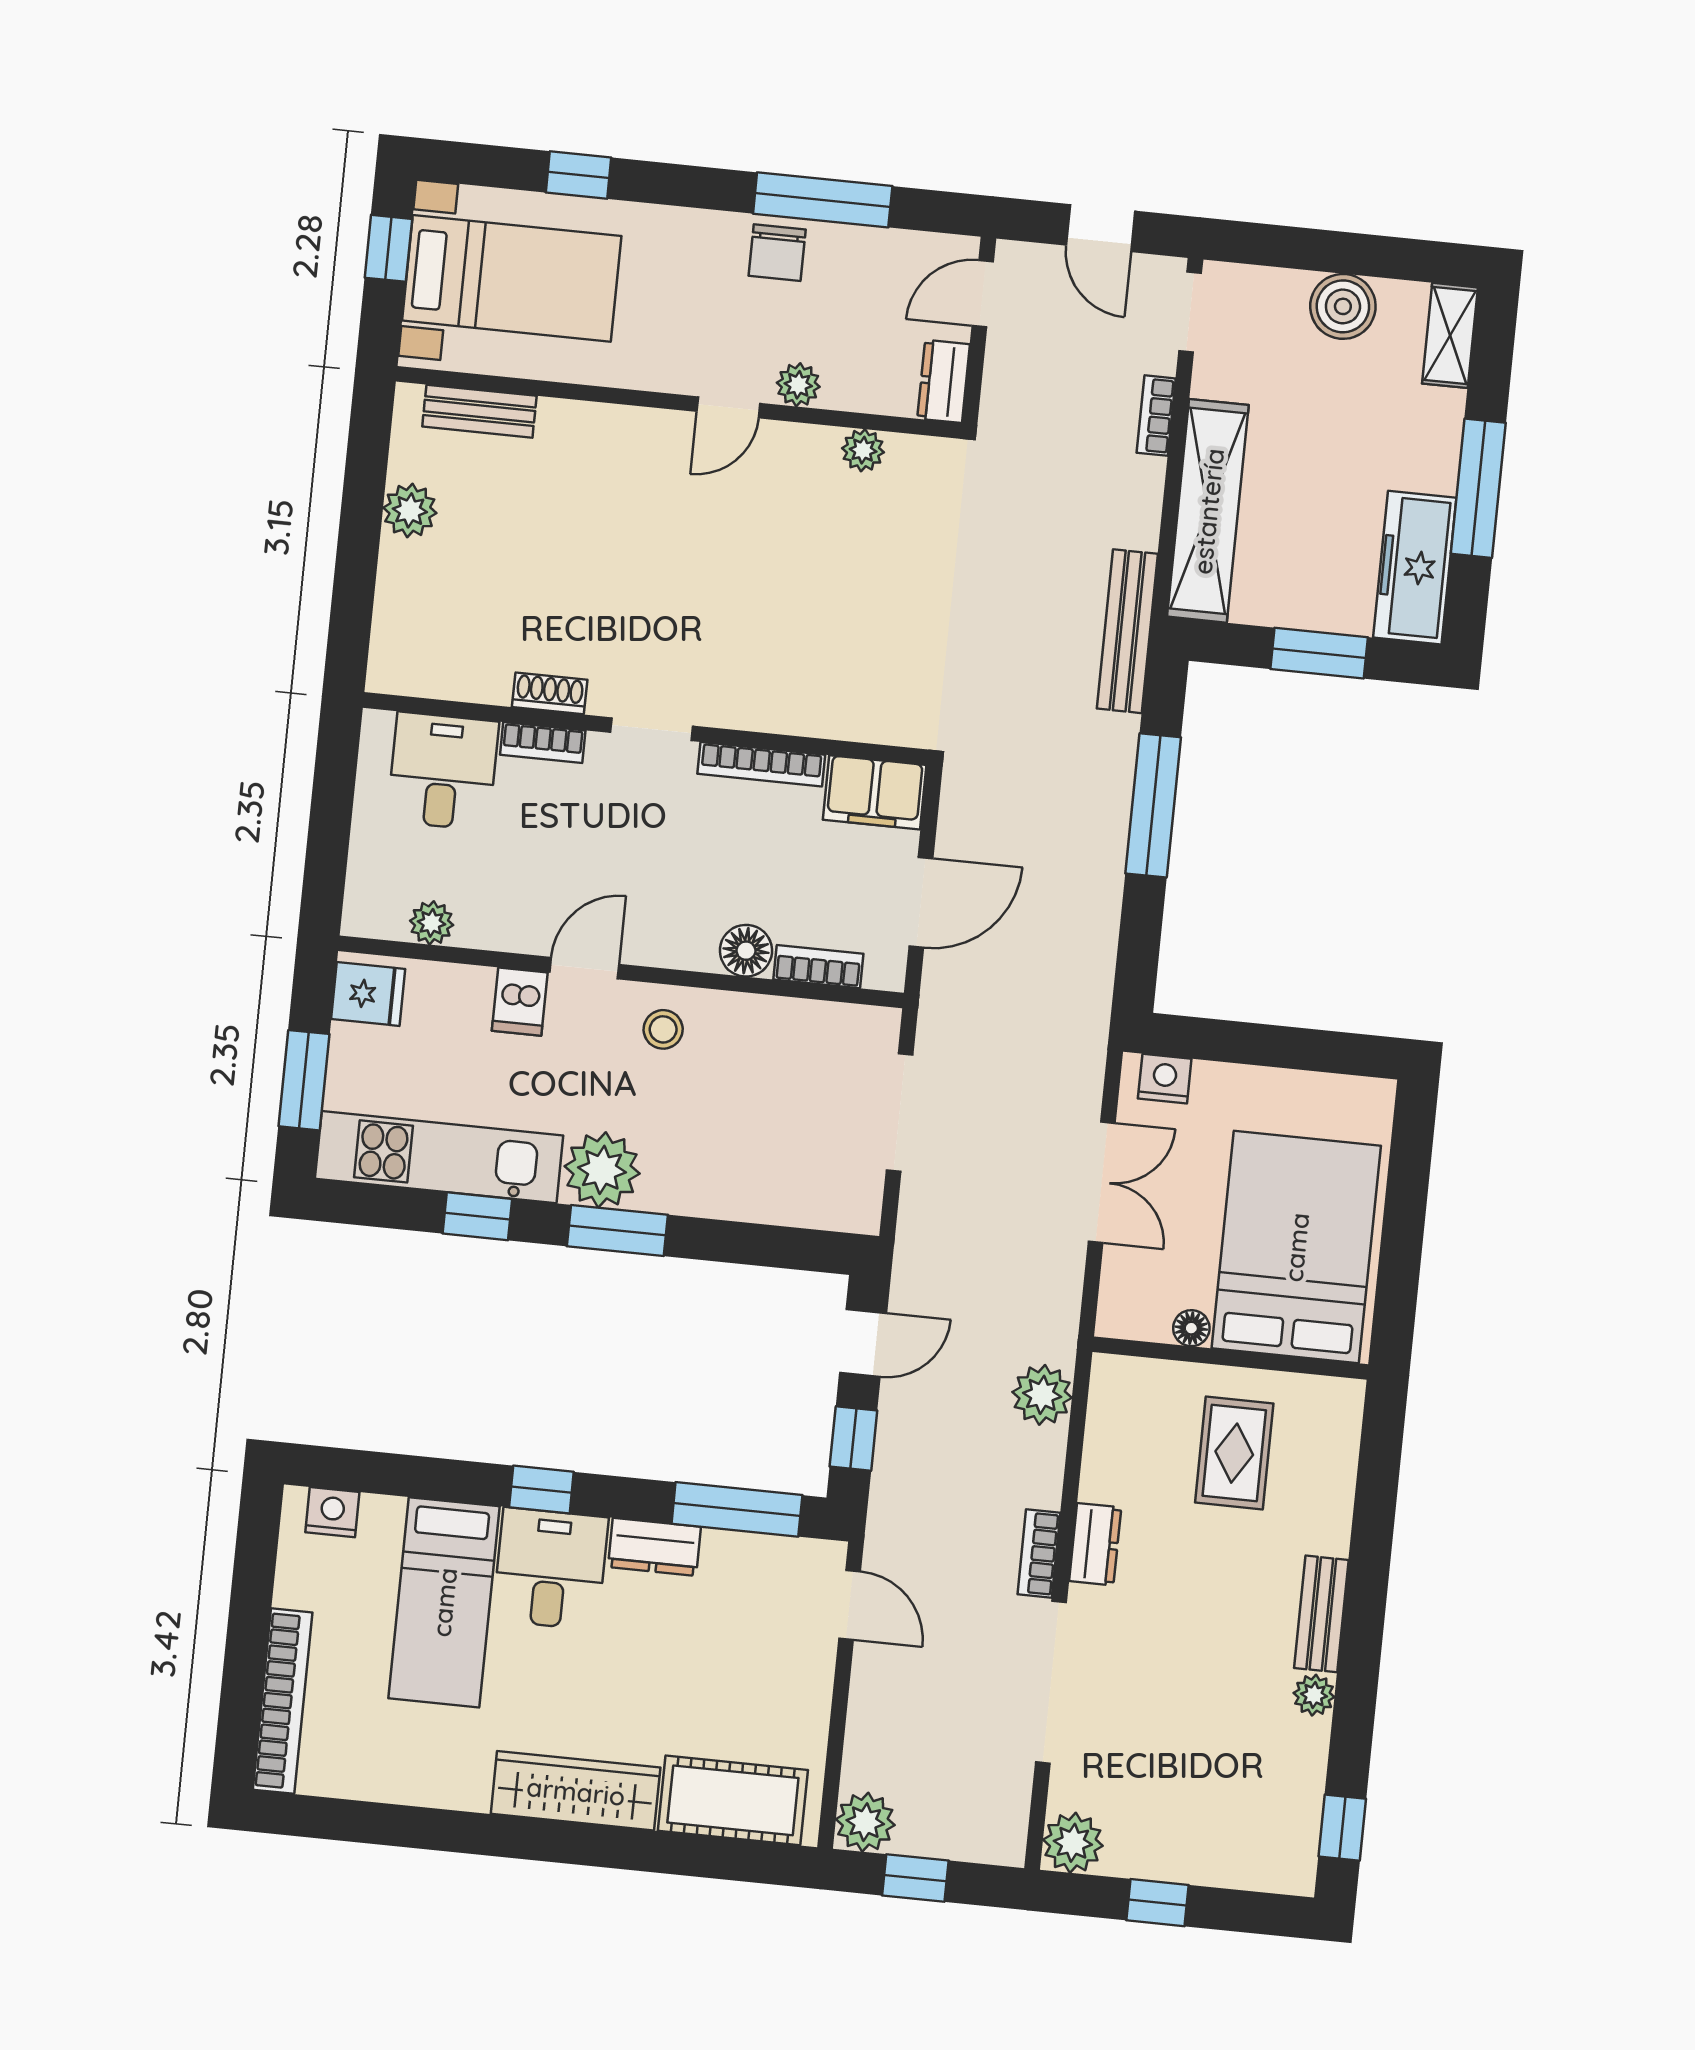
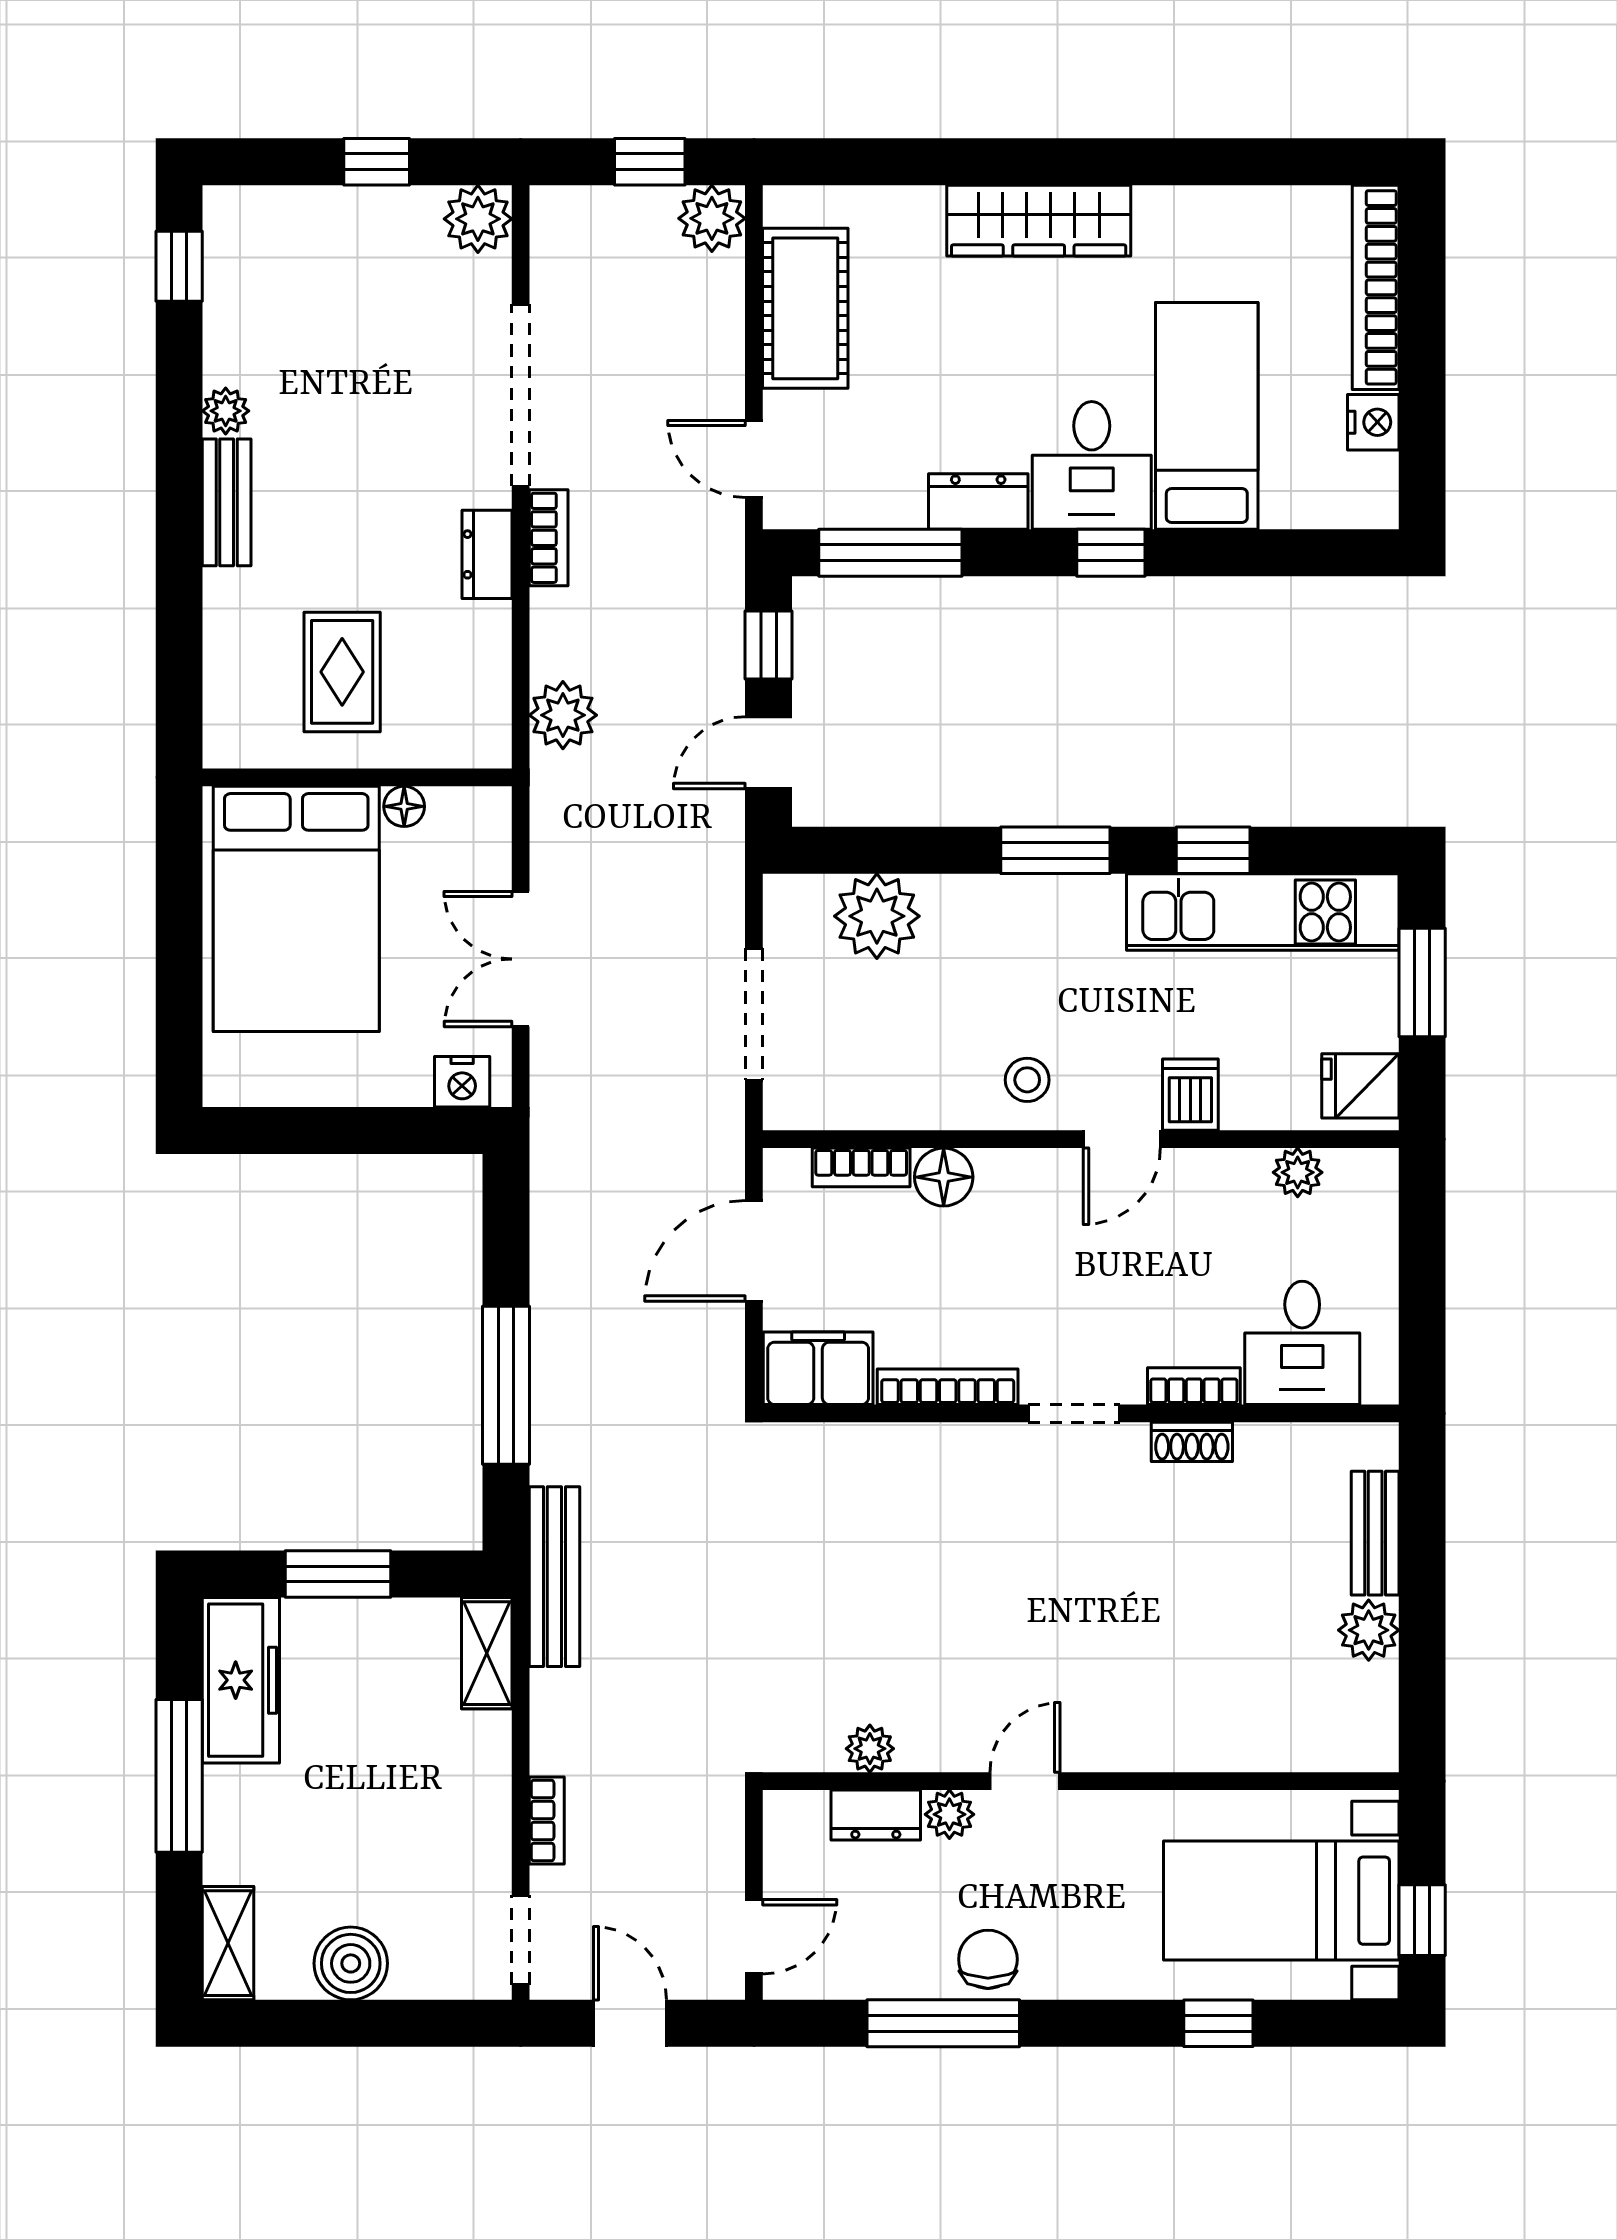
dresser: (944, 381) -> (876, 1815), moved, turned 90
bench: (479, 411) -> (1375, 1533), moved, turned 90
shelving: (1208, 511) -> (487, 1653), width x0.45, depth x0.75
plant: (602, 1170) -> (877, 916), moved
nightstand: (332, 1512) -> (1373, 422), moved, turned -90
cot: (733, 1800) -> (805, 308), moved, turned 90

